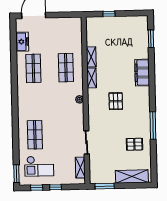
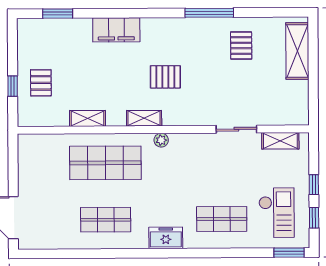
pallet: (111, 30) -> (41, 83), added
freezer: (22, 42) -> (166, 238), moved
shop shelf: (66, 68) -> (105, 163), width x1.43, depth x1.36
shelving: (92, 78) -> (144, 118), moved
window: (105, 186) -> (313, 99), removed

